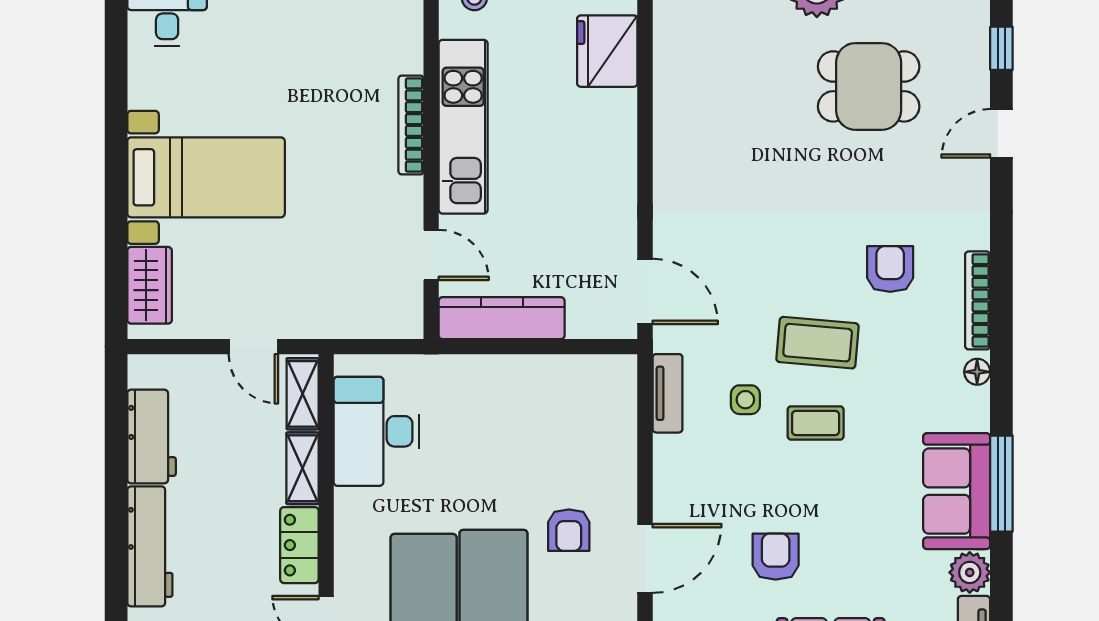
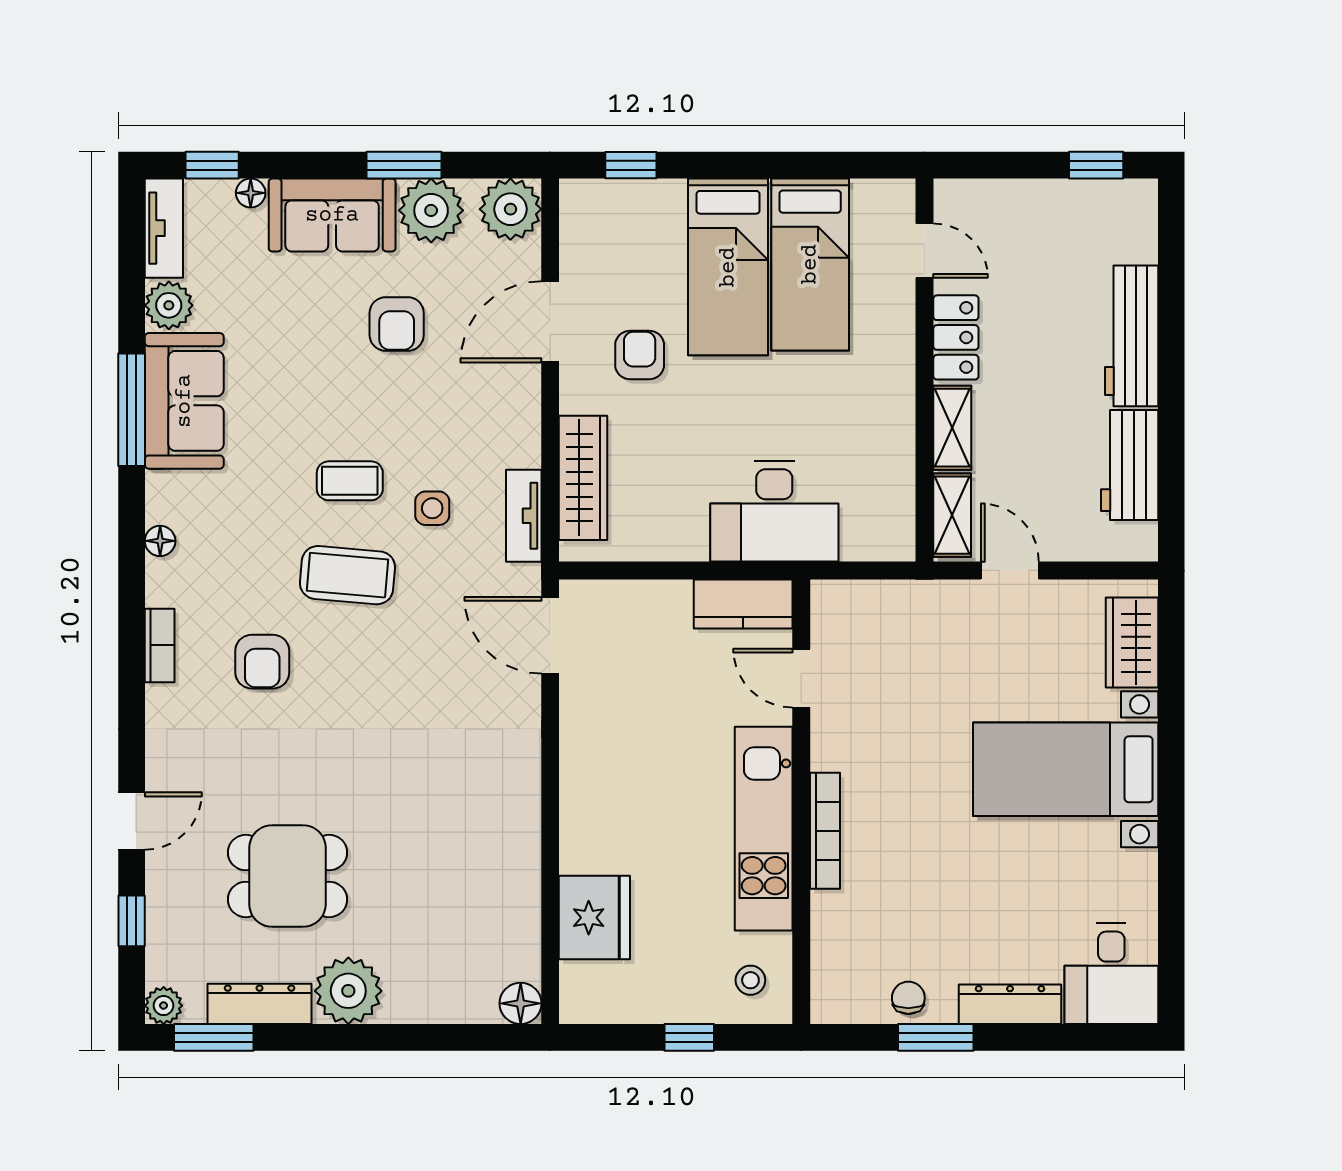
bookcase: (978, 300) -> (160, 645), width x0.64
kitchen counter: (502, 318) -> (743, 604), width x0.67
wardrobe: (617, 426) -> (583, 478), added
desk: (376, 431) -> (774, 511), moved, turned 90

